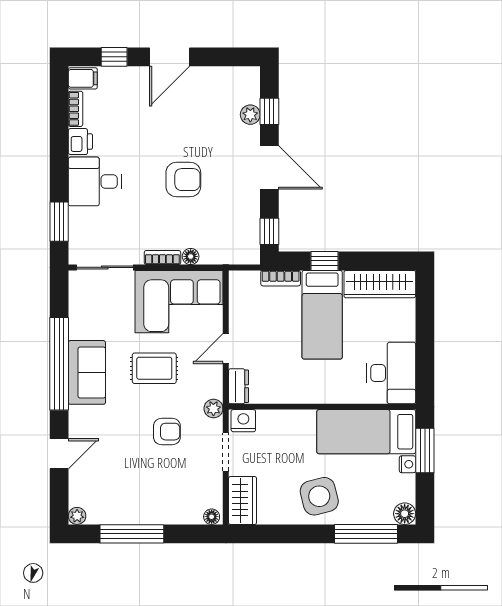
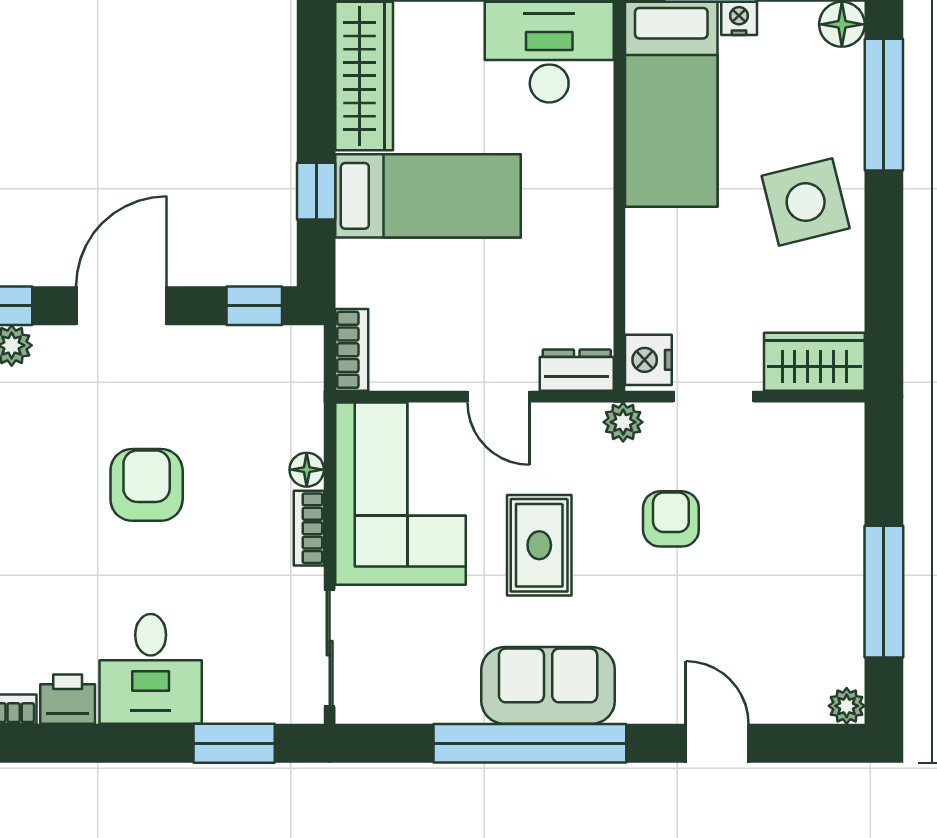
bookcase: (281, 278) -> (352, 350), moved
floor lamp: (212, 517) -> (848, 426), removed

